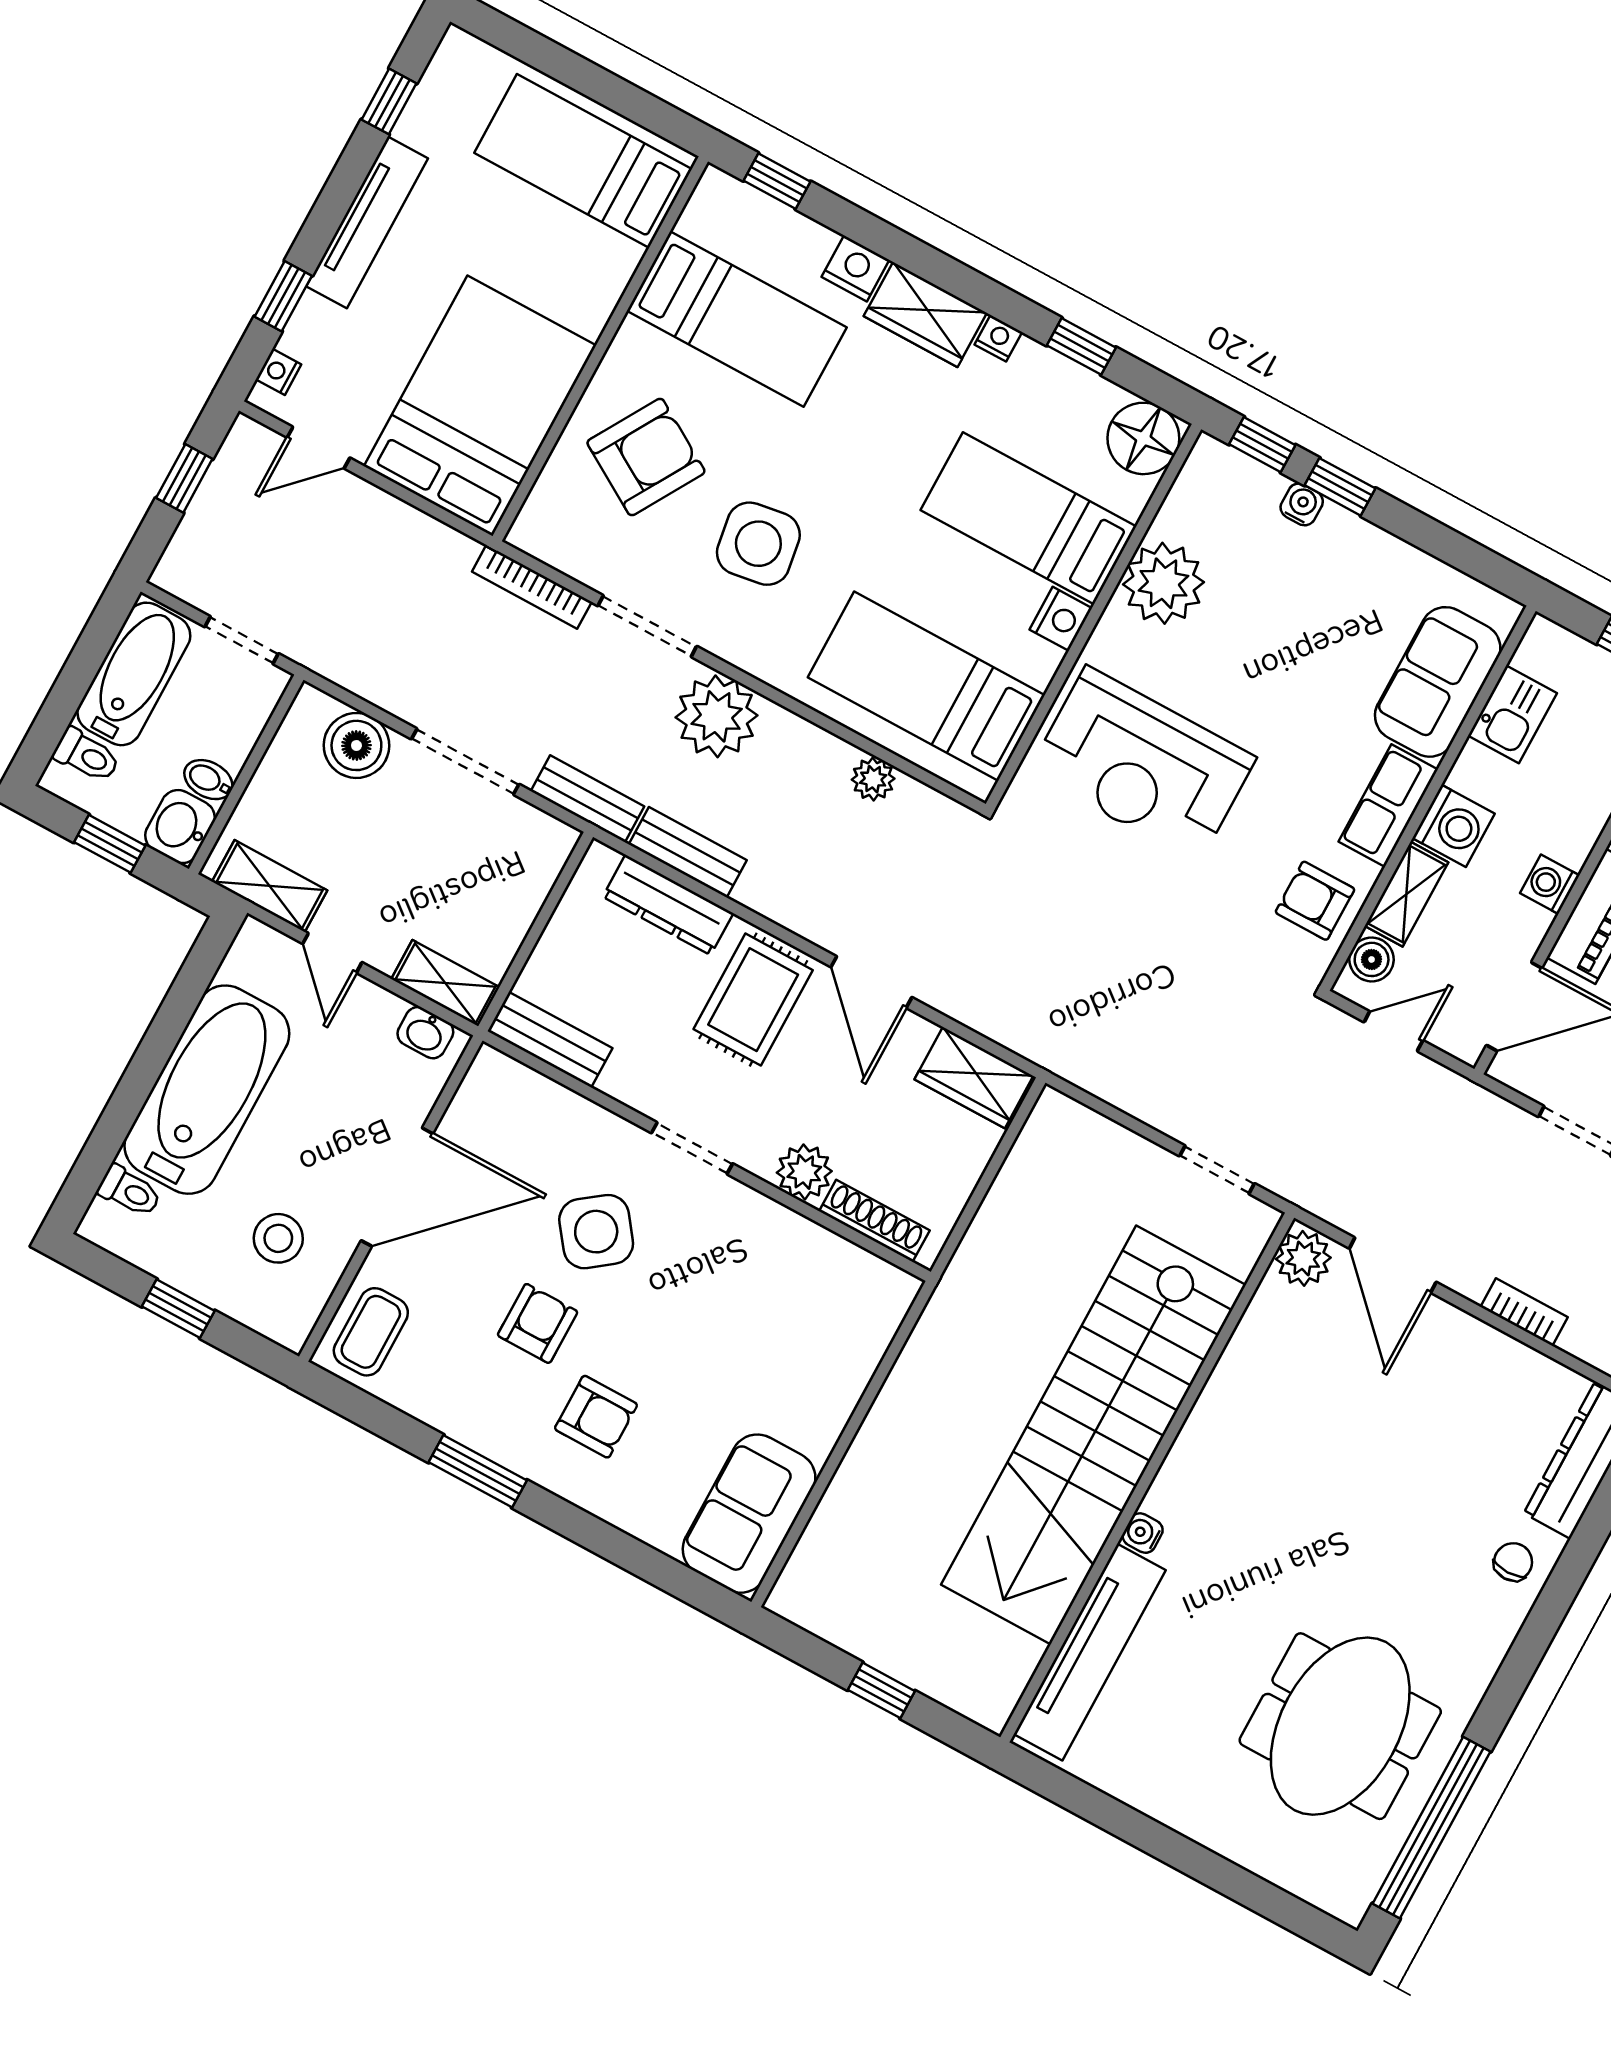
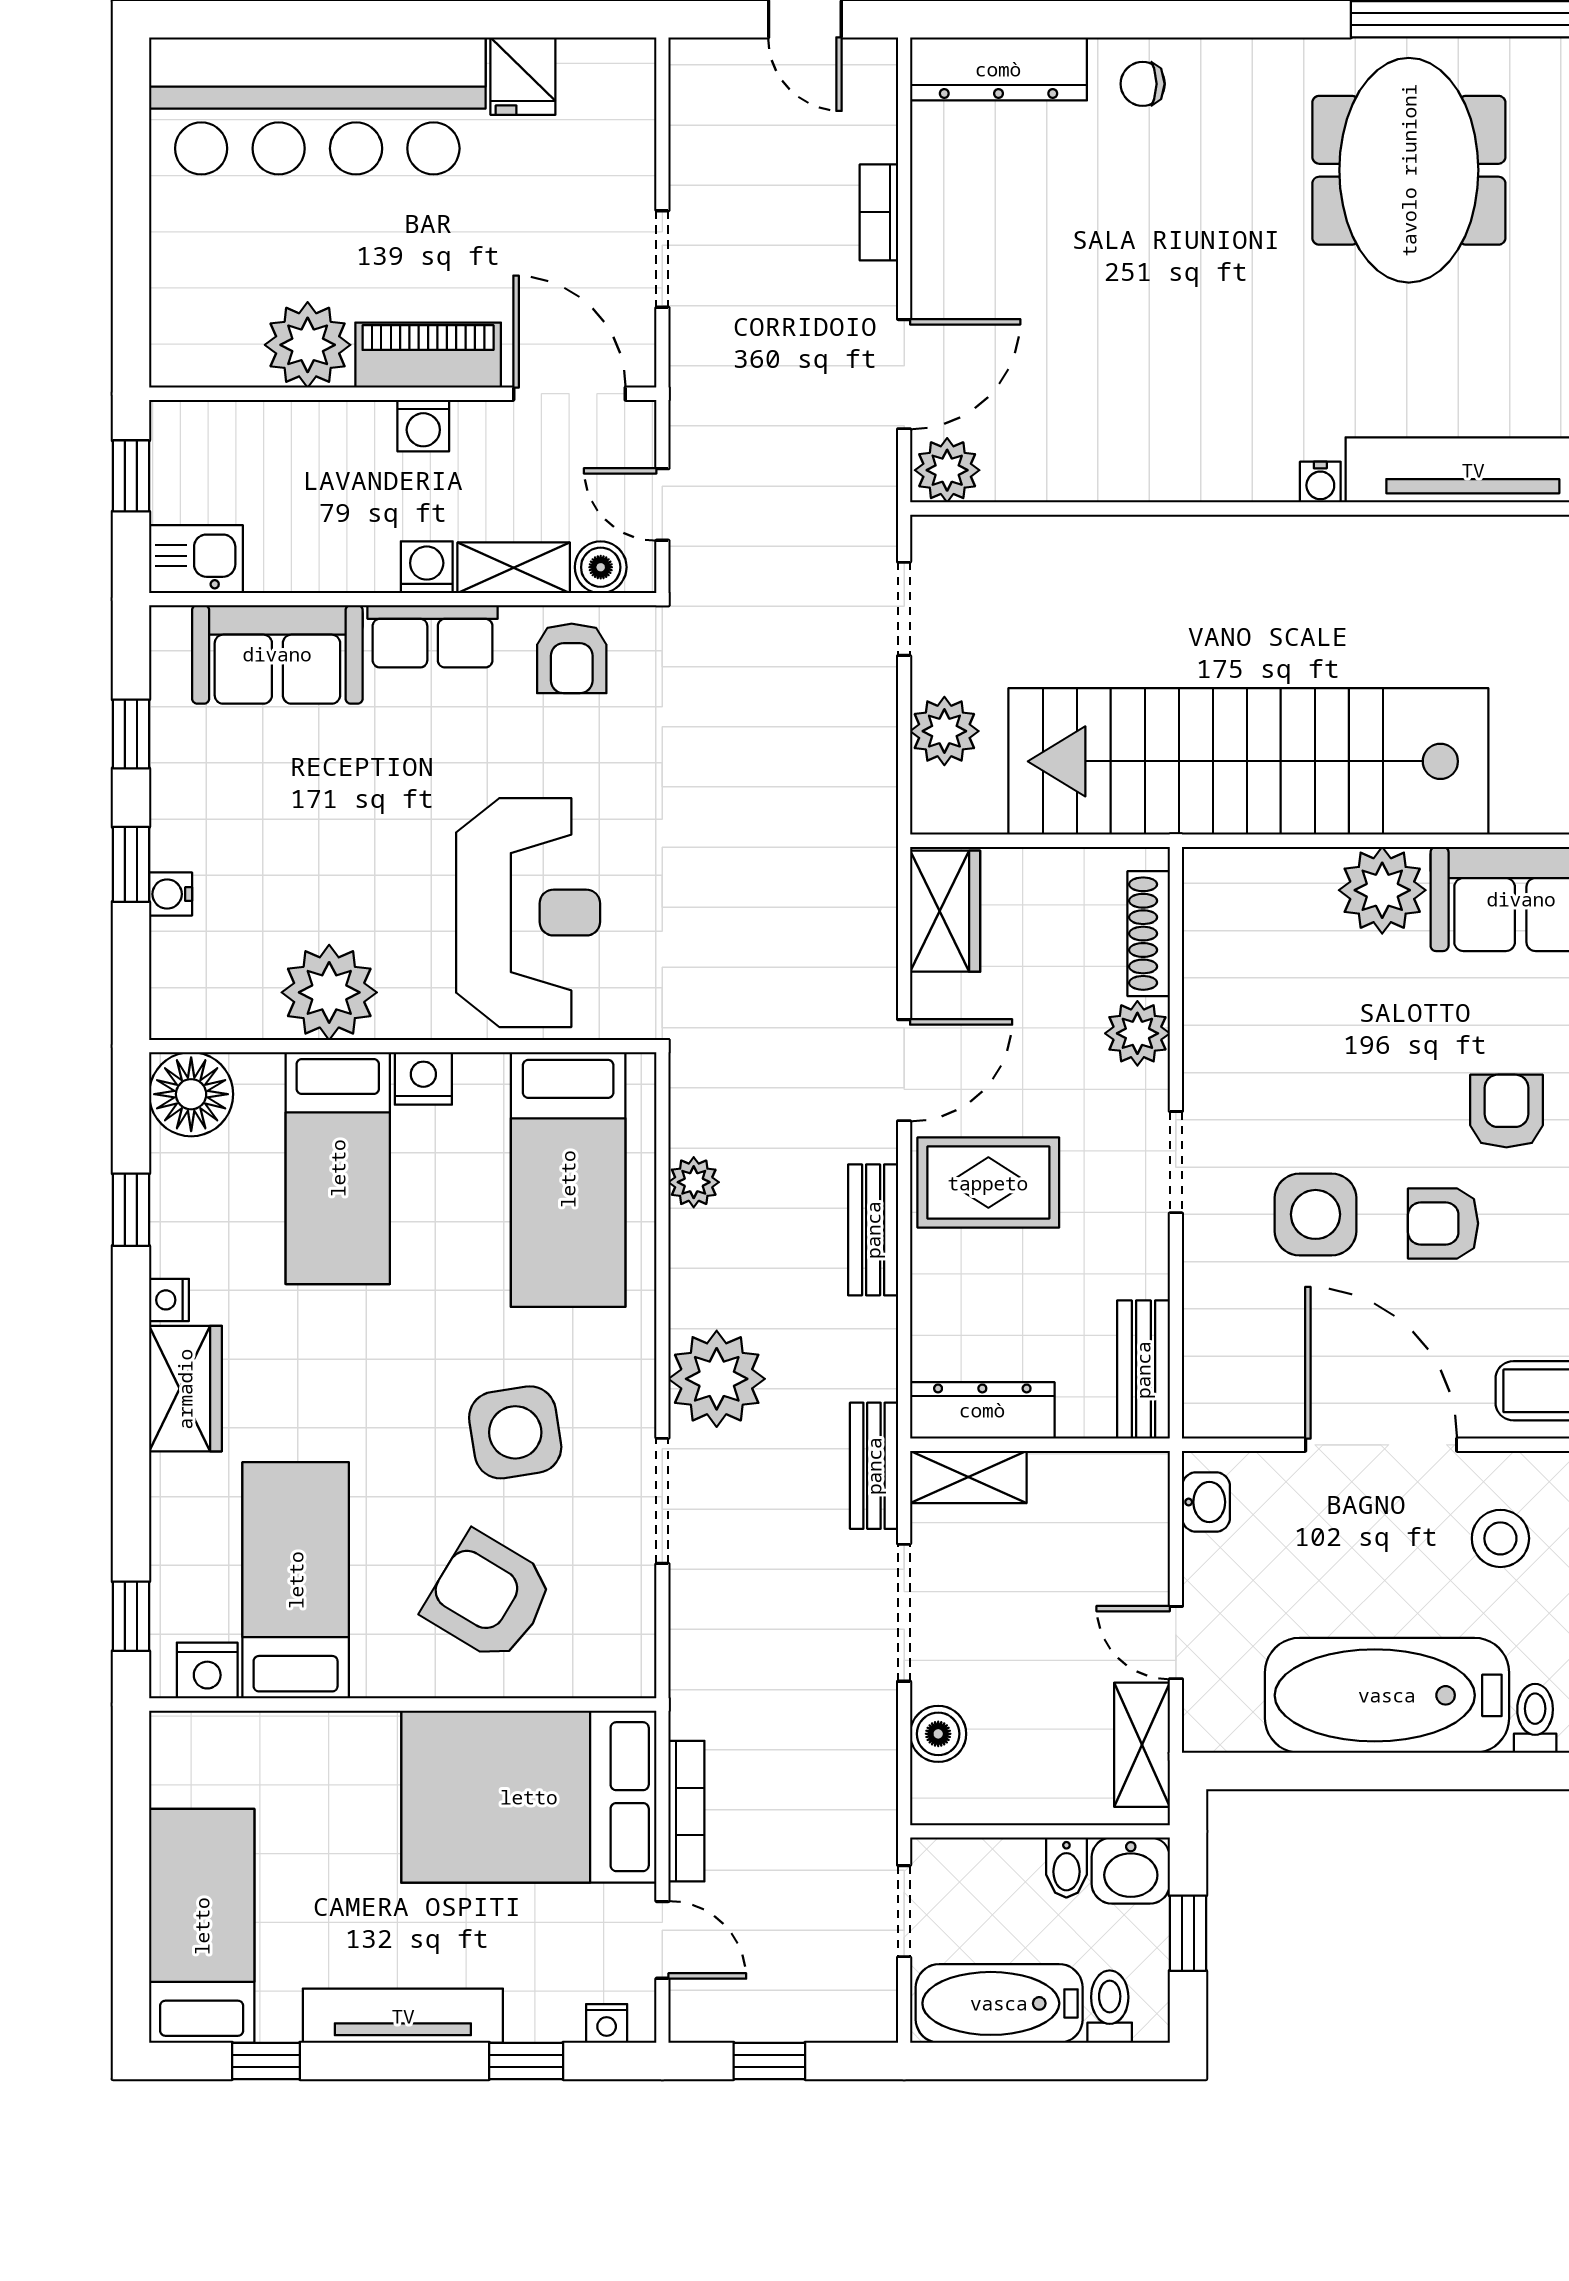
bed: (583, 161) -> (202, 1926), moved, turned 180
nightstand: (855, 268) -> (207, 1671), moved, turned -90
window: (1262, 445) -> (131, 734), moved
bookcase: (532, 587) -> (686, 1811), moved
kitchen sink: (1512, 714) -> (196, 559), moved
boiler: (356, 745) -> (938, 1734), width x0.73, depth x0.73
washing machine: (1454, 826) -> (427, 567), width x0.73, depth x0.73
bench: (688, 852) -> (873, 1230), moved
dresser: (668, 905) -> (982, 1410), moved, turned -90
door: (332, 953) -> (1176, 1643), swing flipped
shelving: (445, 983) -> (968, 1477), moved, turned 90
plant: (1109, 1150) -> (944, 731), added
side table: (596, 1232) -> (1316, 1214), turned 37
plant: (812, 1413) -> (1382, 890), added
stairs: (1093, 1435) -> (1248, 761), moved, turned 180
meeting table: (1340, 1726) -> (1409, 170), turned 90

